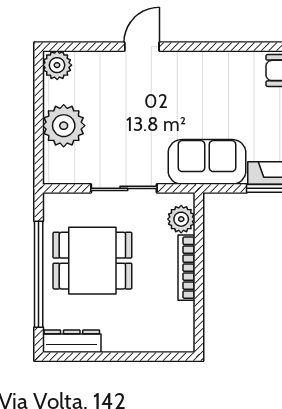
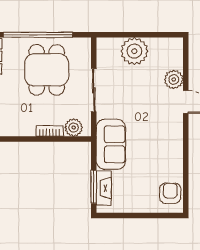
plant: (57, 65) -> (174, 79), moved
bookcase: (187, 268) -> (50, 131), width x0.64

